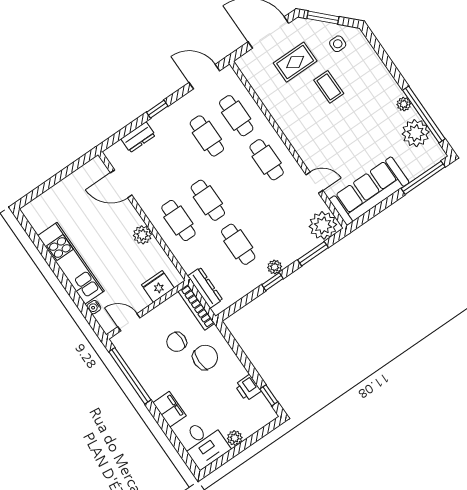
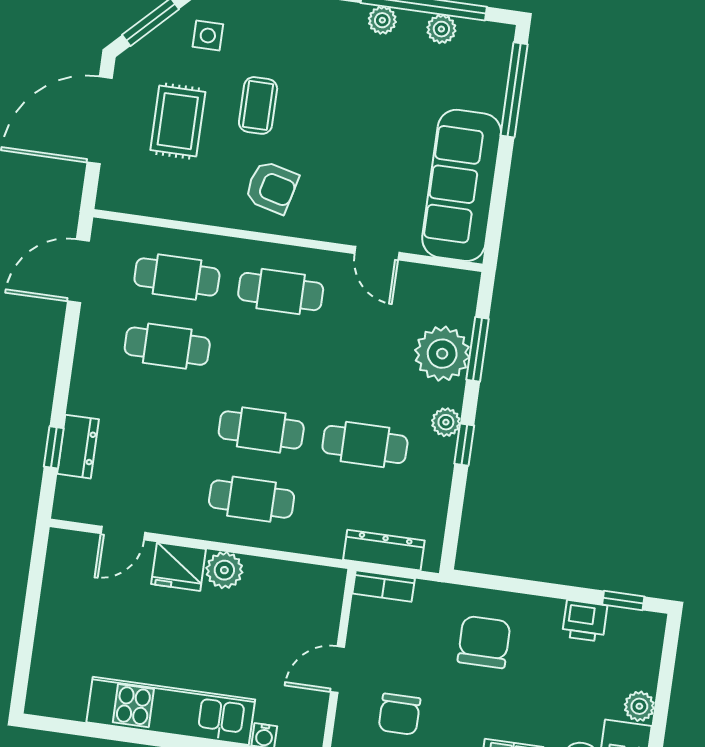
coffee table: (329, 87) -> (258, 105), turned 90
window: (157, 109) -> (54, 447), moved
armchair: (303, 120) -> (272, 187), added
plant: (416, 133) -> (441, 29), width x0.53, depth x0.53
door: (314, 183) -> (377, 253), swing flipped
door: (121, 184) -> (123, 533), width x0.73
plant: (323, 225) -> (442, 354), moved
fridge: (158, 286) -> (179, 567), moved, turned -90
bookcase: (196, 307) -> (384, 586), width x0.64
door: (129, 322) -> (338, 670), moved
chair: (177, 342) -> (399, 714), moved

